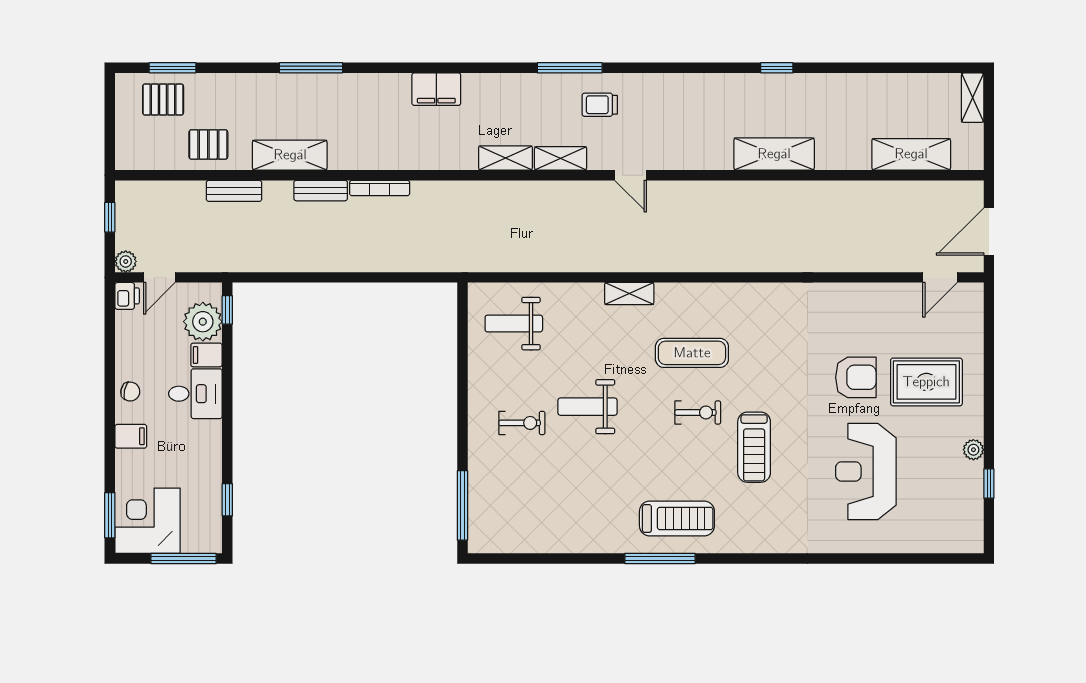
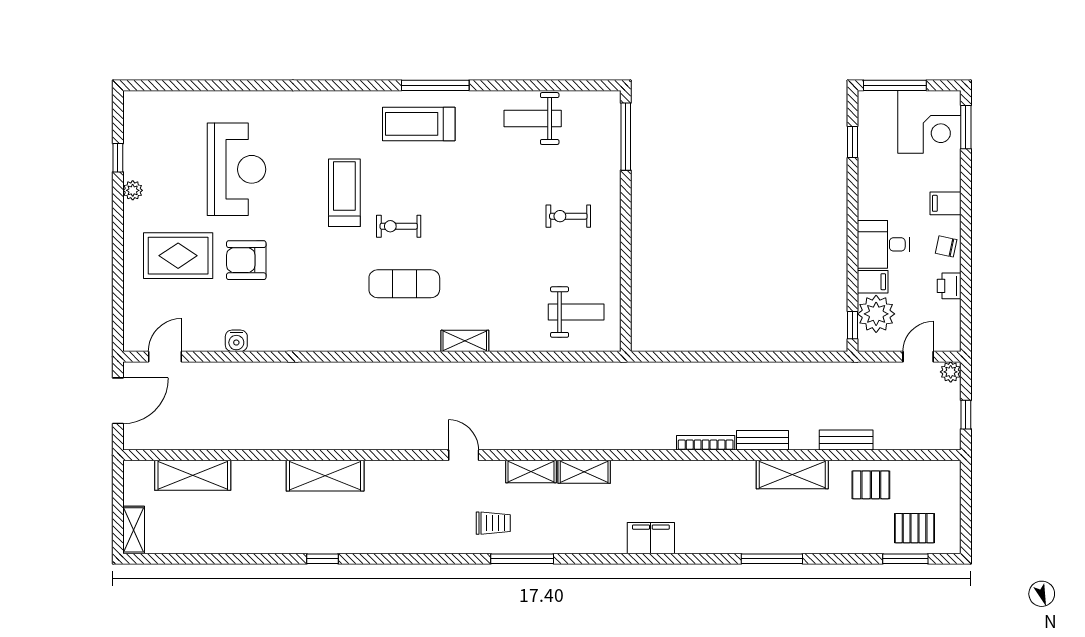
water cooler: (866, 294) -> (236, 341), added
printer: (127, 296) -> (949, 286), moved
weight bench: (587, 407) -> (533, 119), moved, turned 180

